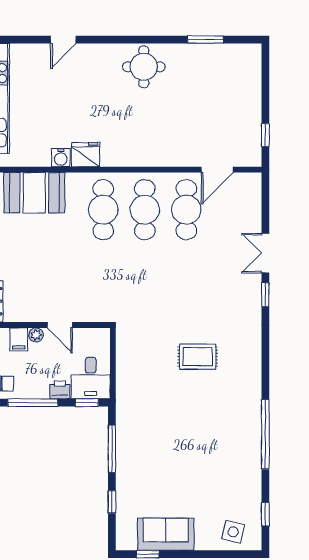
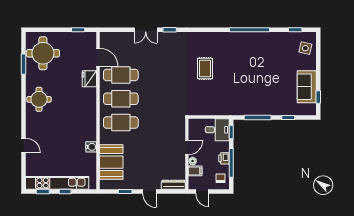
round table: (224, 74) -> (43, 53), added
fridge: (86, 155) -> (89, 79), moved
printer: (60, 390) -> (224, 158), moved

